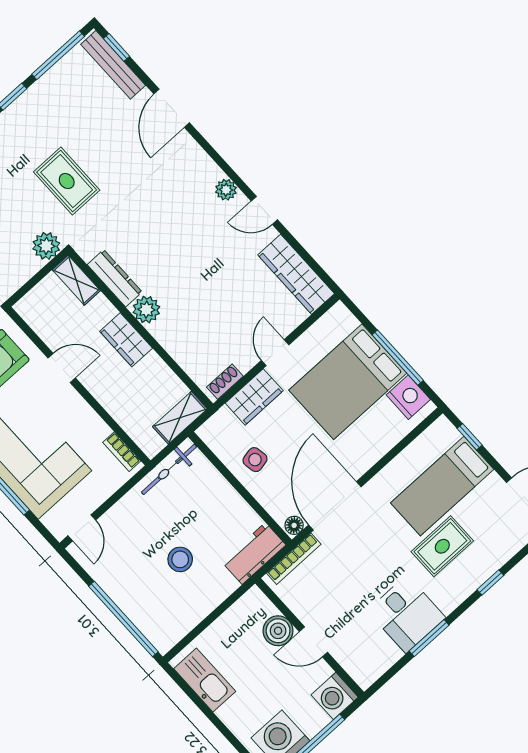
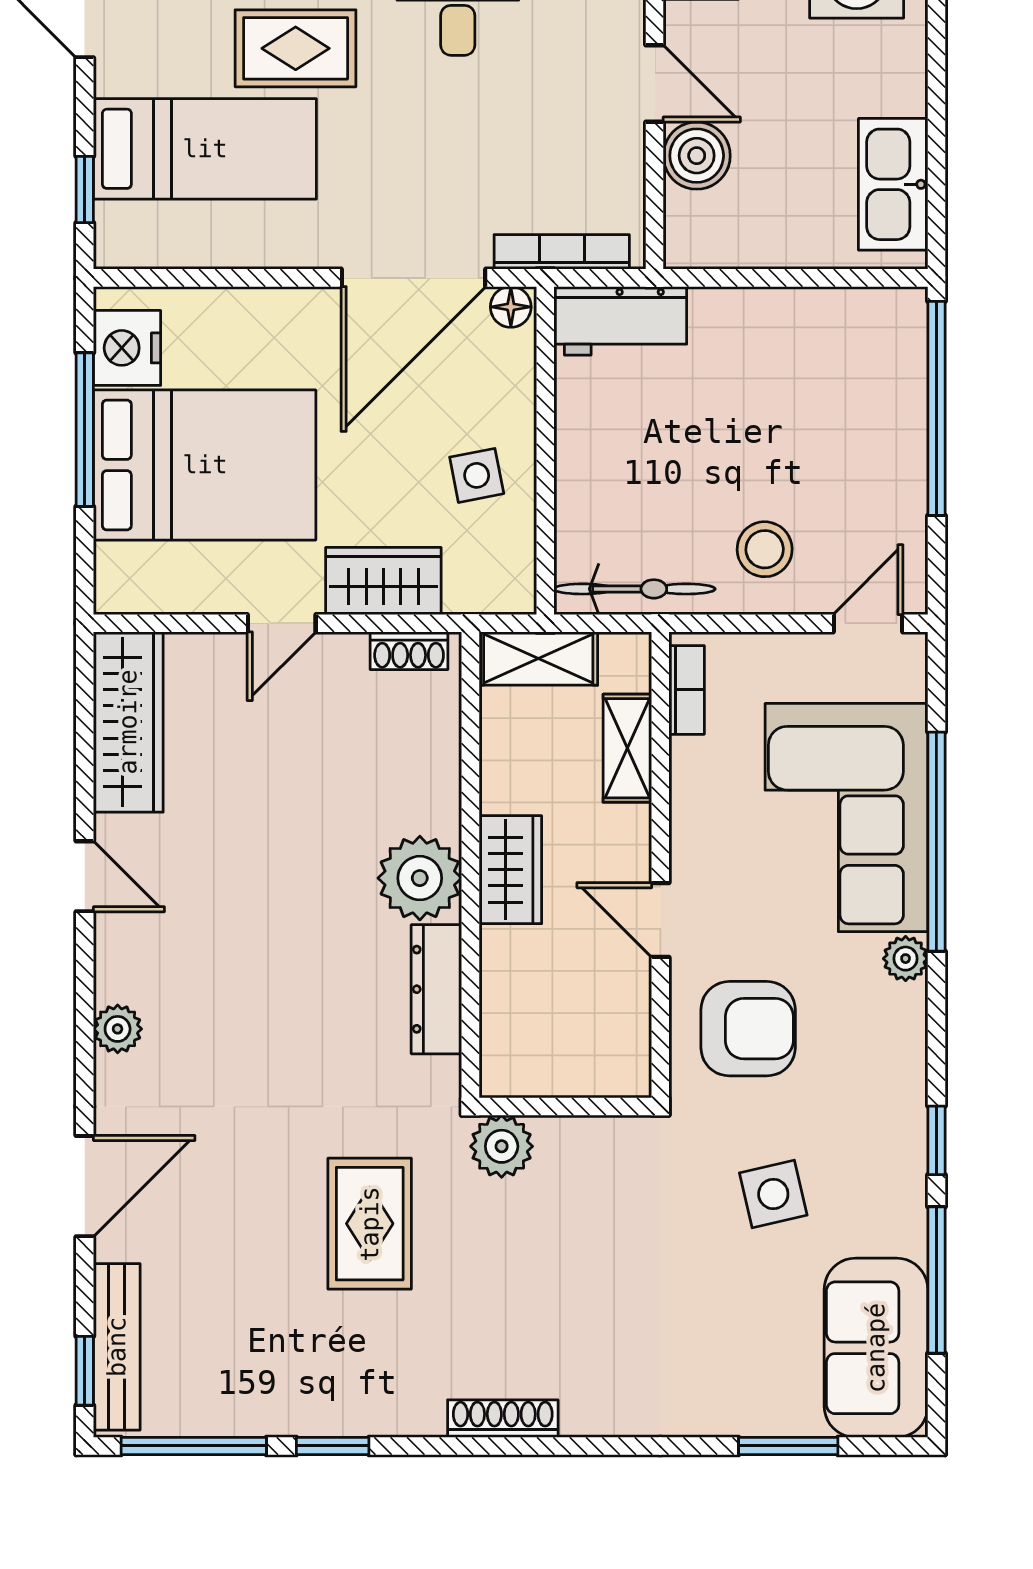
plant: (226, 190) -> (118, 1029), moved
shelving: (76, 280) -> (627, 748), moved
plant: (146, 310) -> (420, 878), width x1.36, depth x1.36
stool: (180, 559) -> (765, 549), moved

